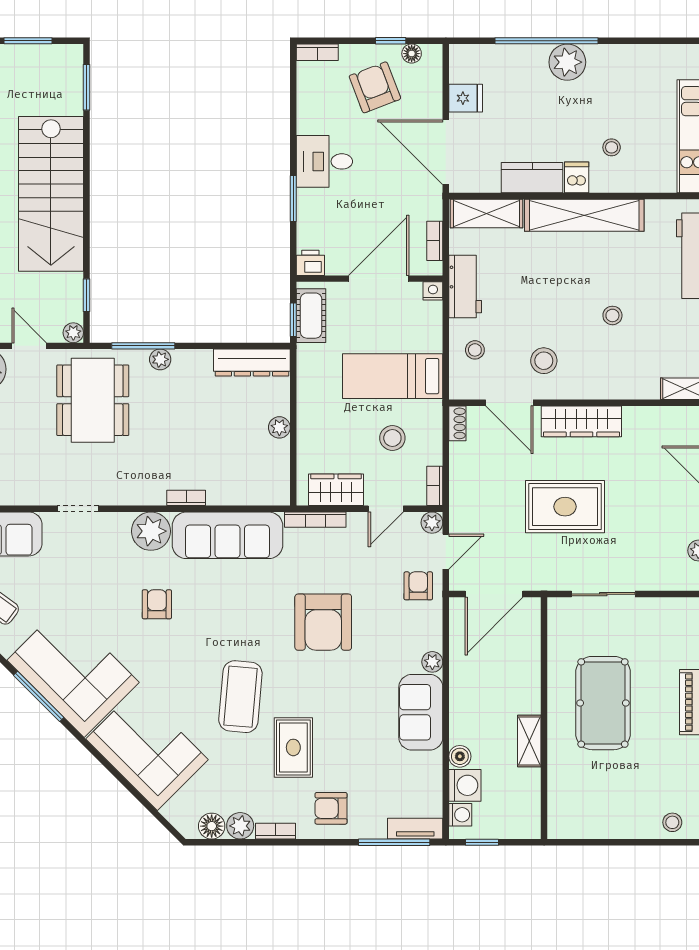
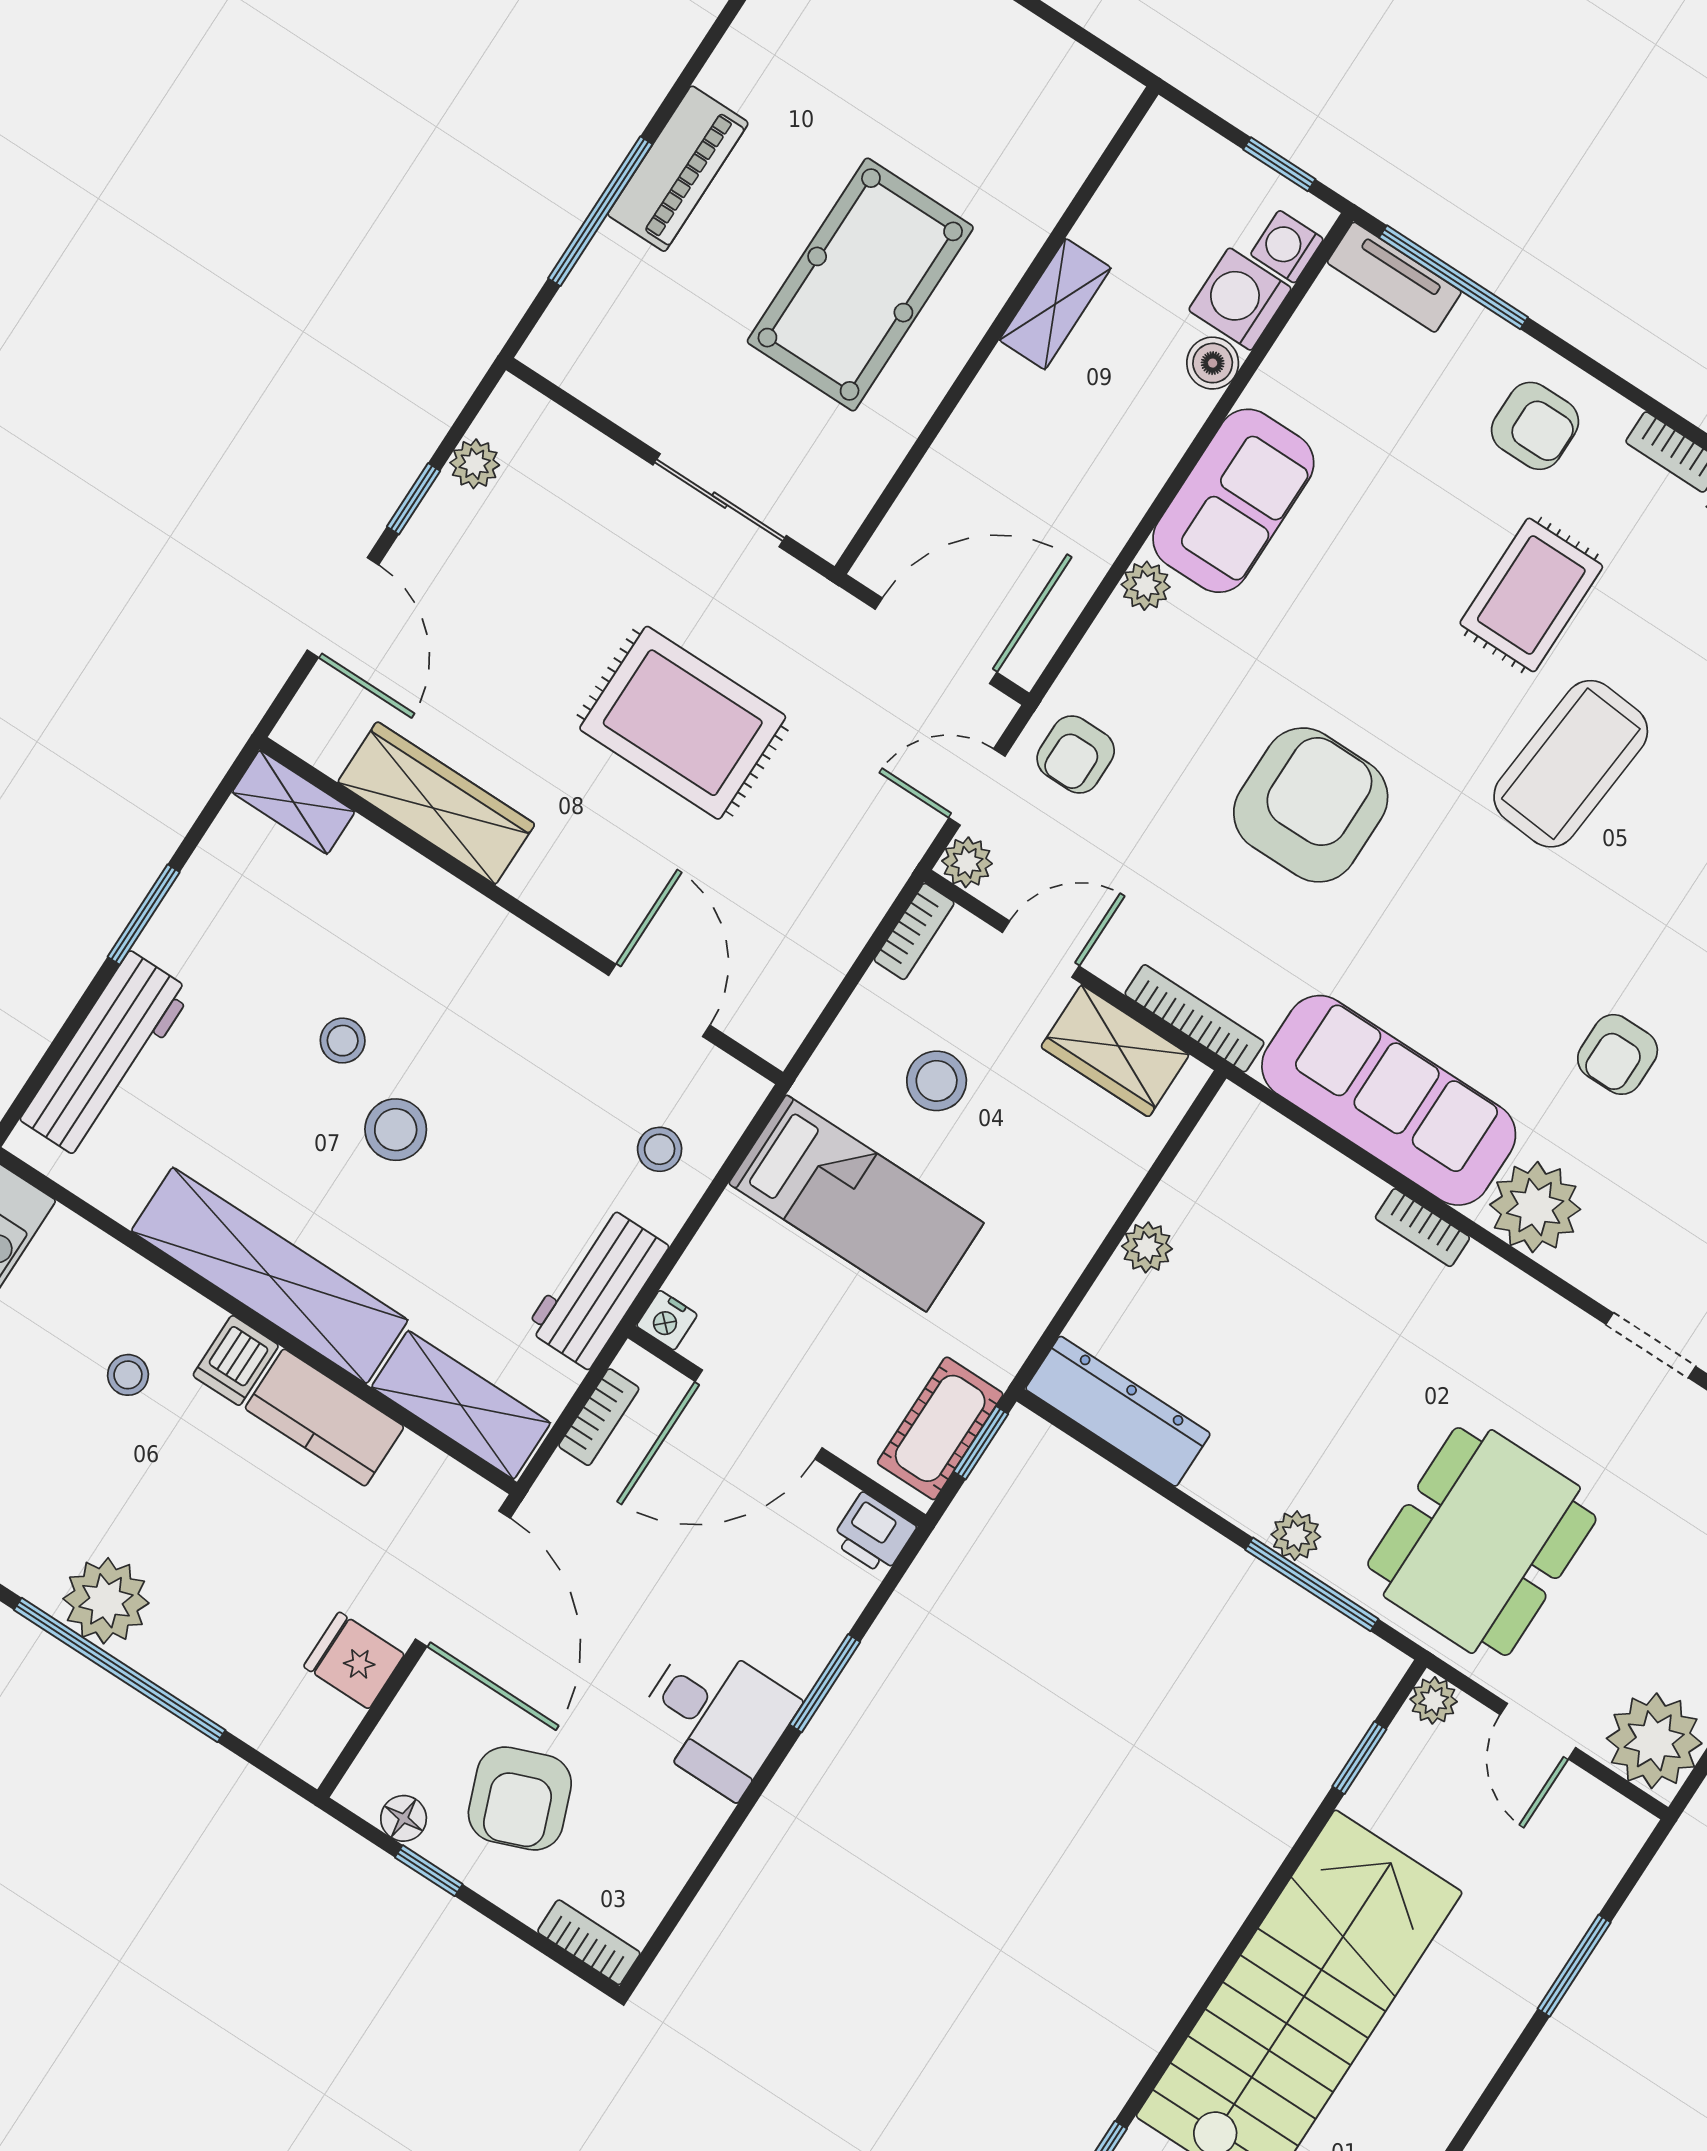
stool: (544, 361) -> (396, 1130), moved
wardrobe: (581, 421) -> (436, 803), moved
shoe rack: (457, 423) -> (789, 1026), removed

